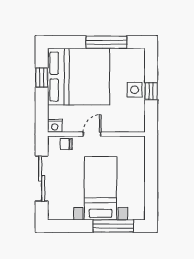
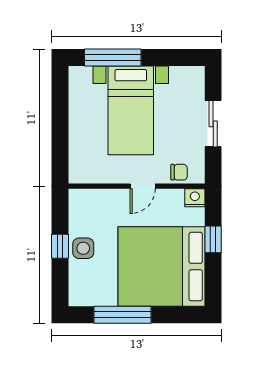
window: (42, 78) -> (213, 239), moved
sliding door: (42, 179) -> (213, 124), width x0.73

